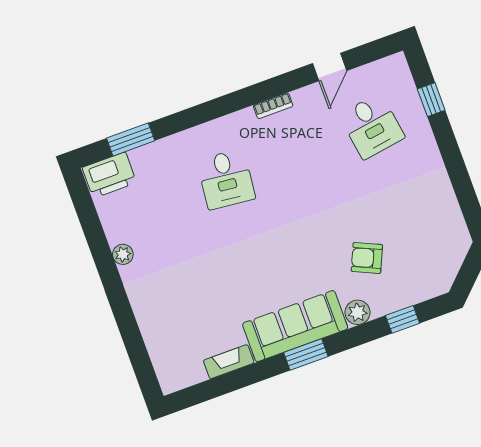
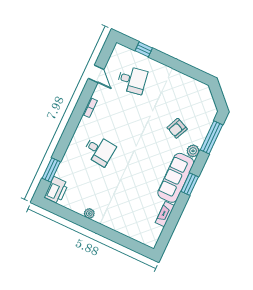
window: (403, 319) -> (211, 137), width x2.17

